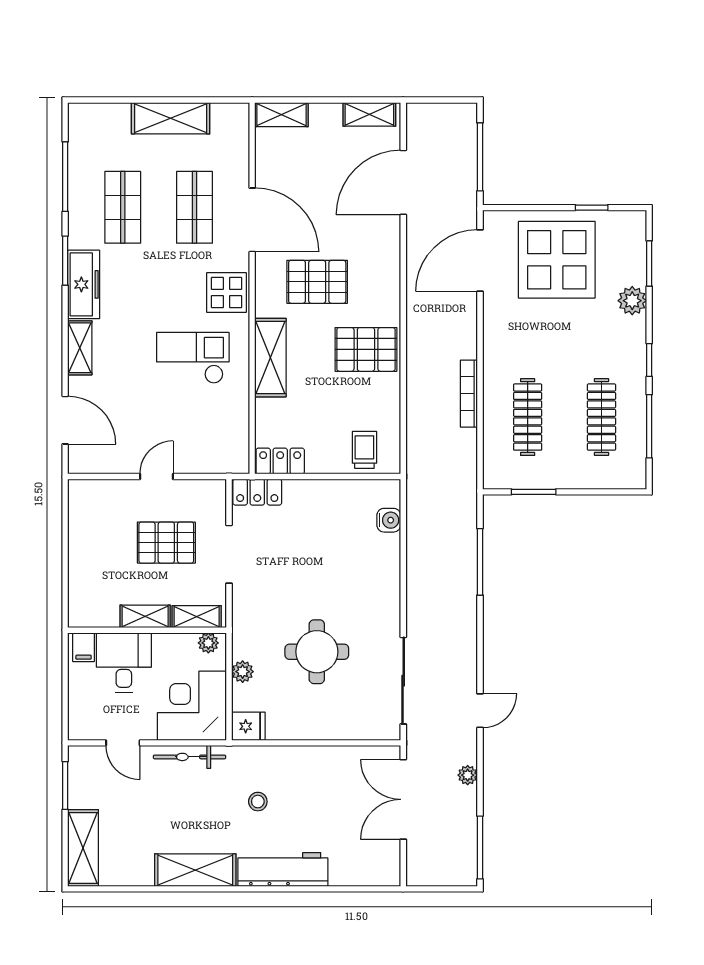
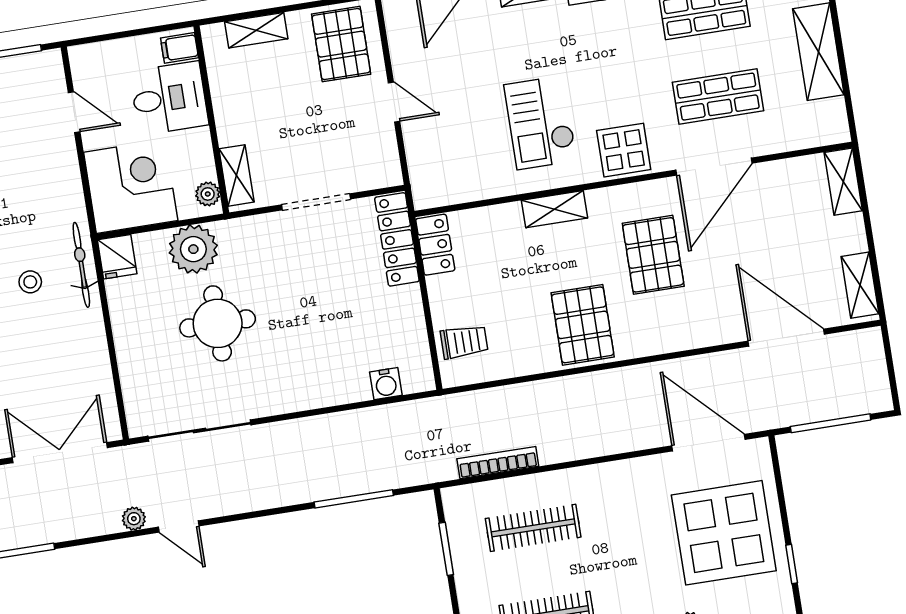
checkout: (193, 358) -> (540, 123), turned 180
shelving: (270, 358) -> (555, 209), width x0.67, depth x0.75
bookcase: (469, 394) -> (498, 463), moved
locker: (257, 492) -> (397, 239), width x1.53
pallet: (166, 543) -> (341, 44), moved
shelving: (145, 616) -> (256, 30), moved, turned 90
plant: (243, 672) -> (193, 249), width x1.88, depth x1.88
door: (123, 743) -> (74, 112), swing flipped
bicycle: (190, 757) -> (81, 265), moved
plant: (468, 775) -> (134, 519), moved

